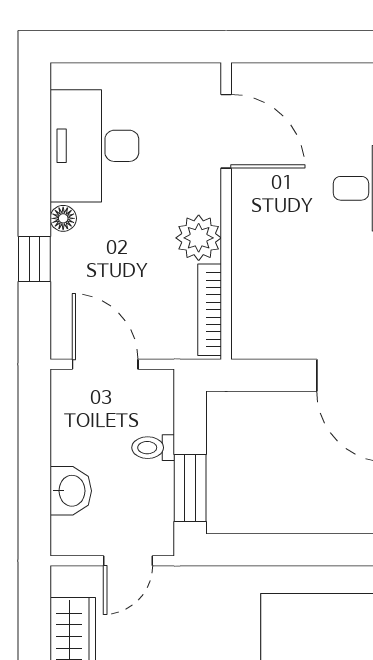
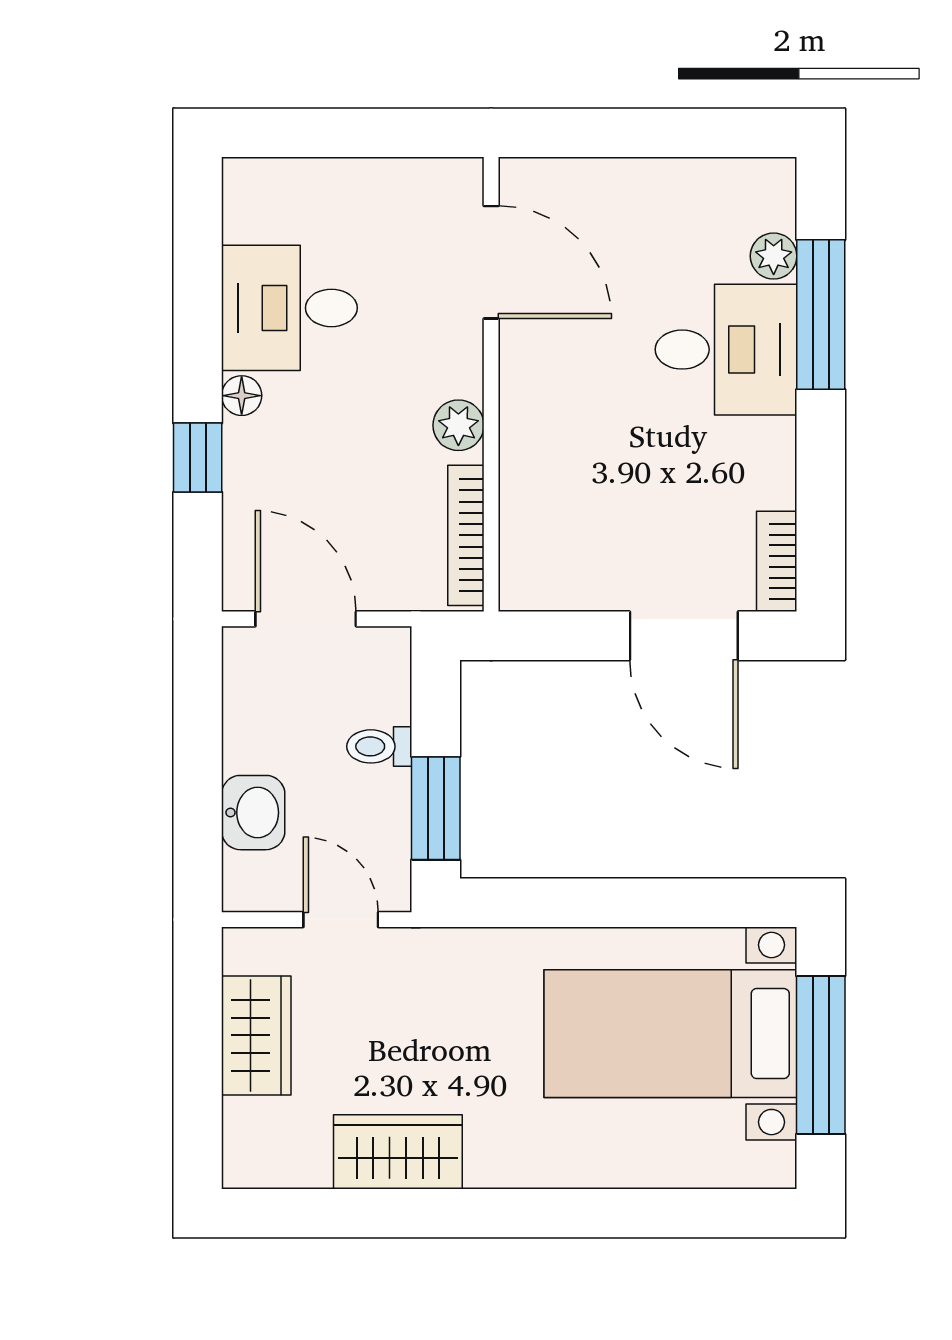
desk: (94, 146) -> (289, 308), width x0.73
plant: (199, 238) -> (458, 425), width x0.73, depth x0.73
door: (128, 561) -> (341, 920), swing flipped

